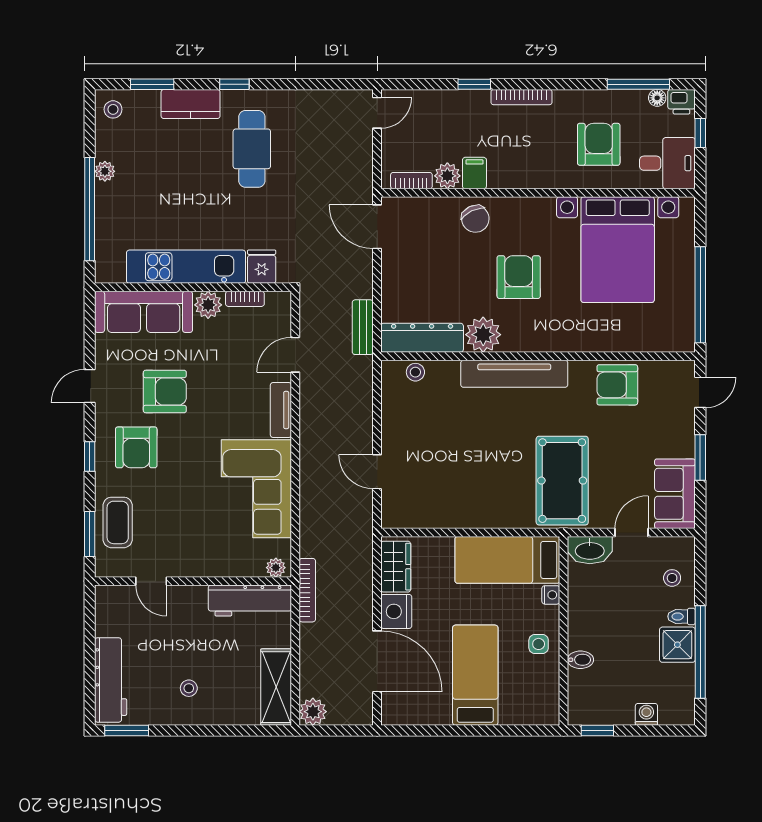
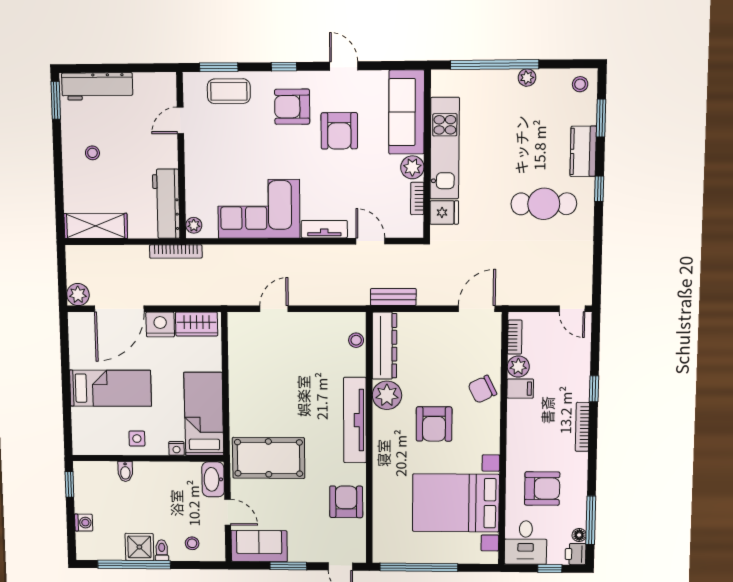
armchair: (519, 277) -> (434, 424), turned 90
plant: (313, 712) -> (78, 295), moved

